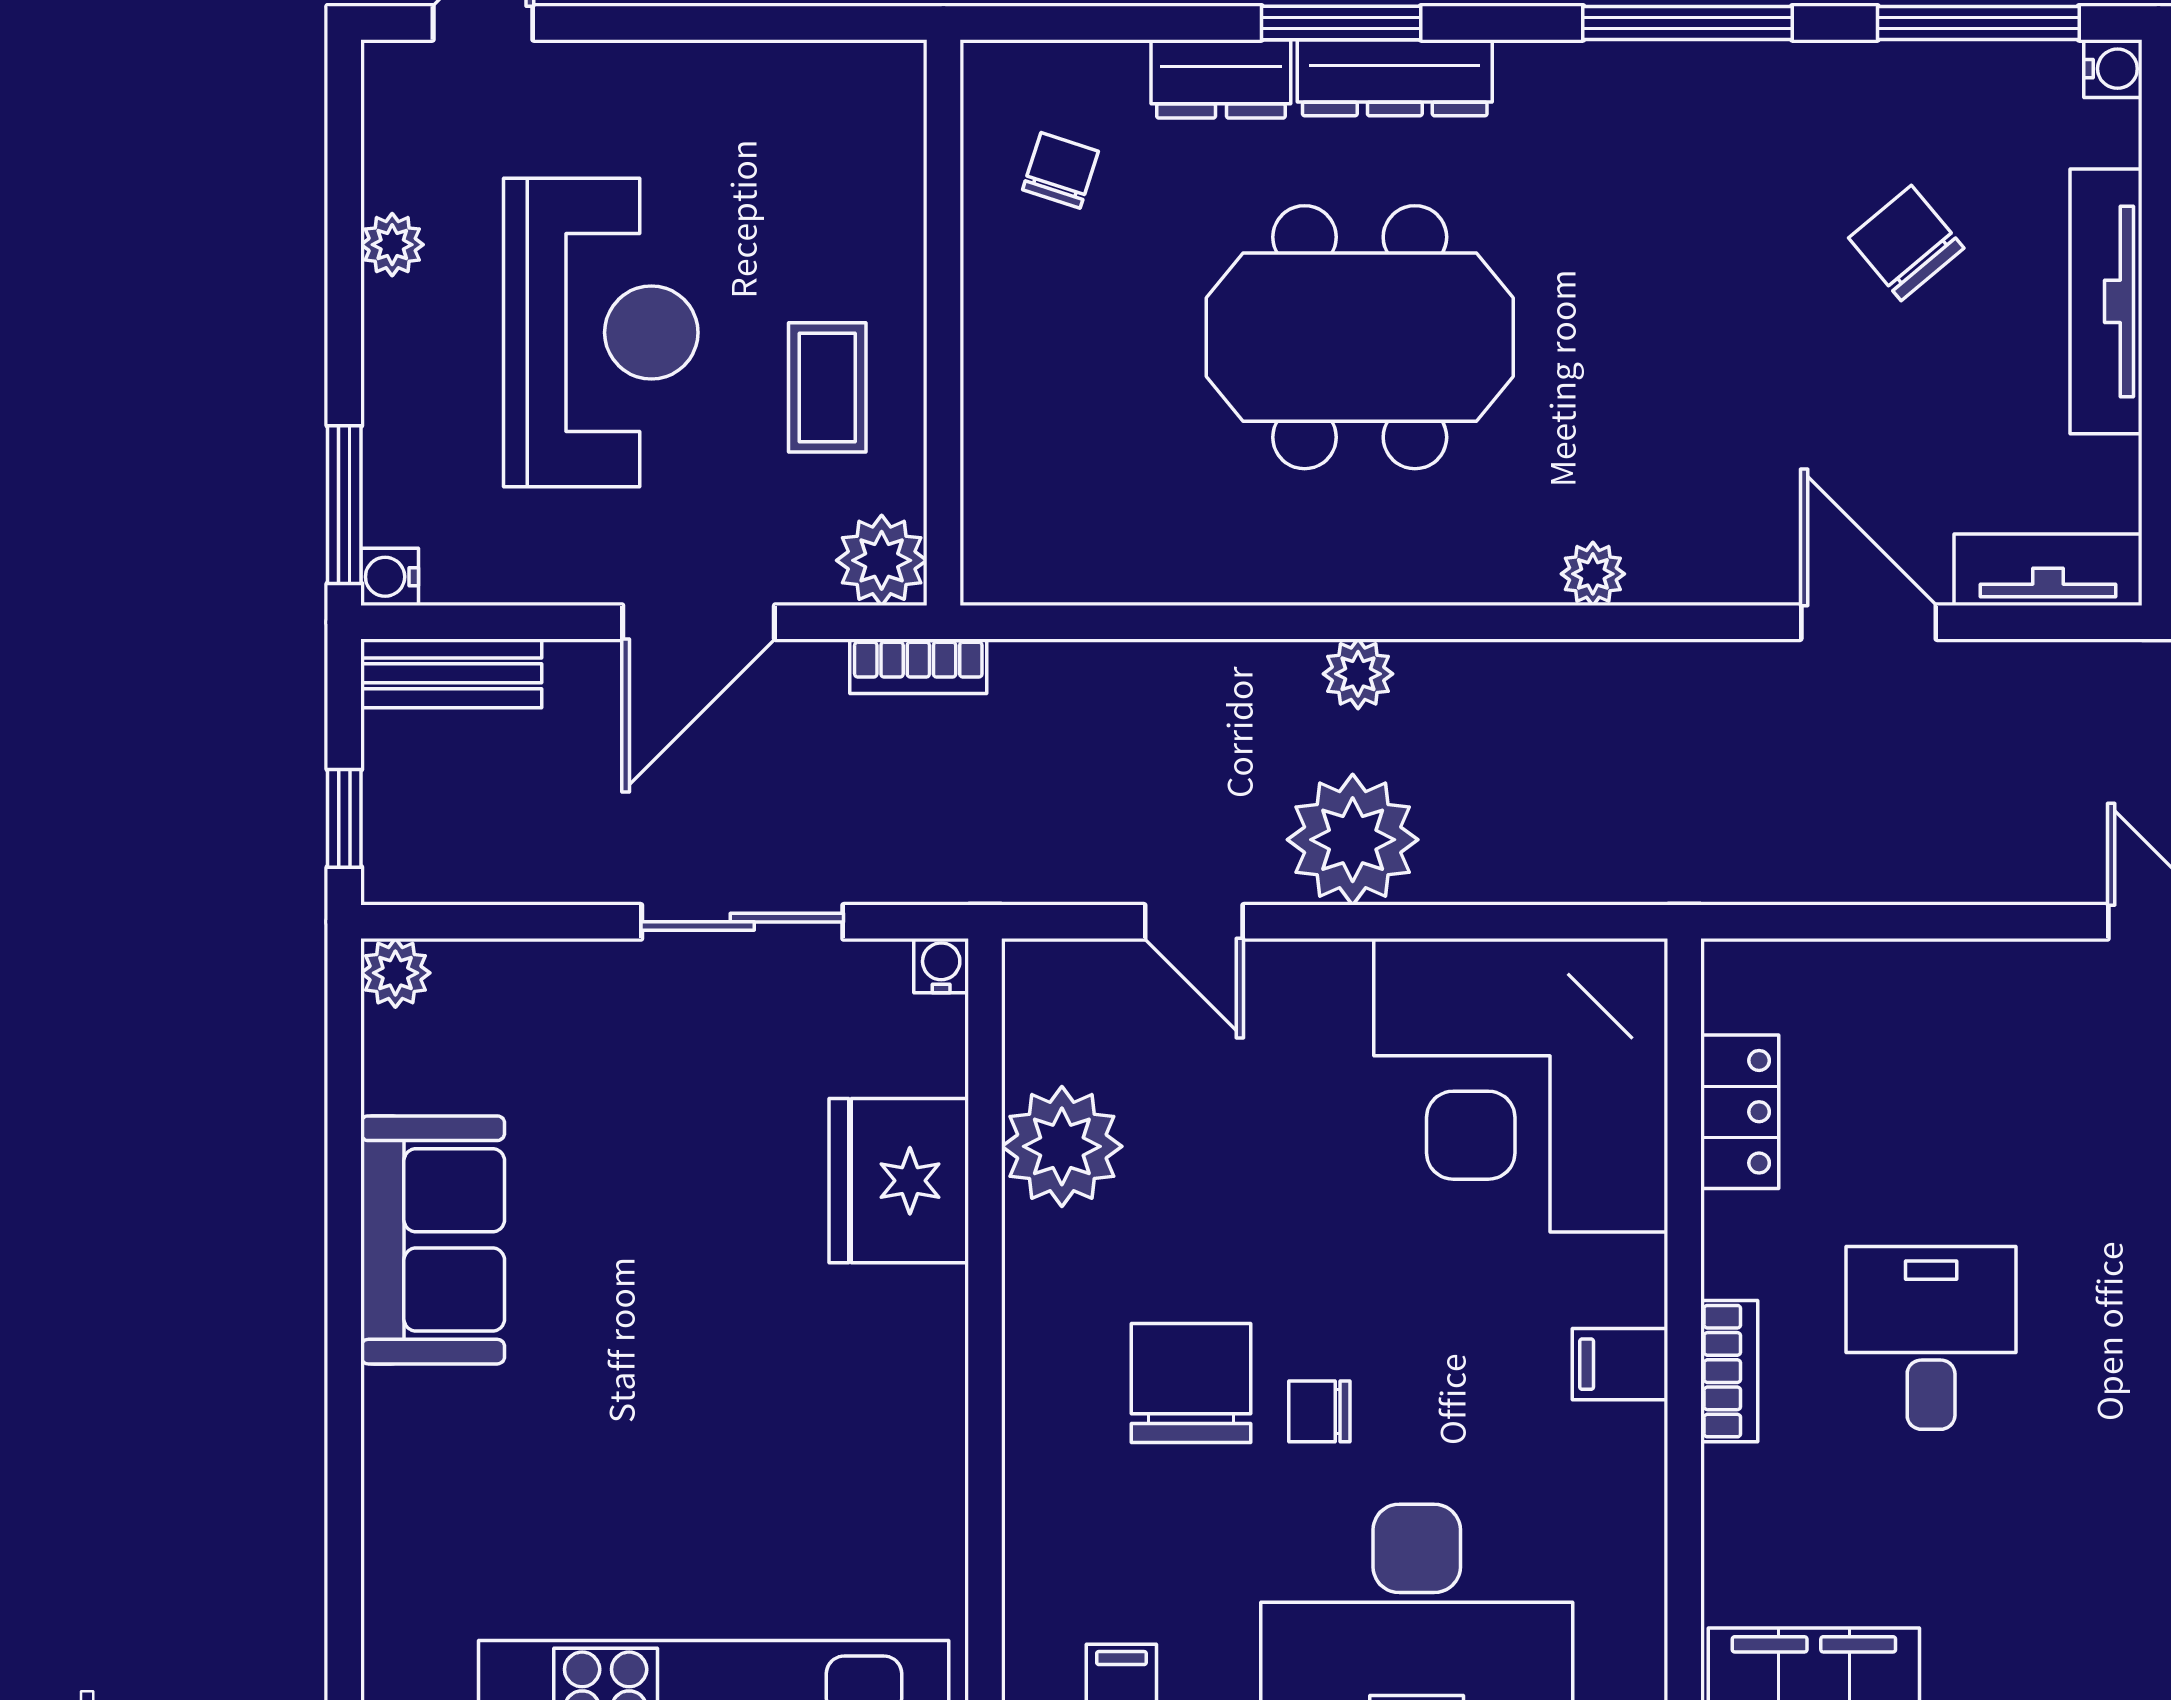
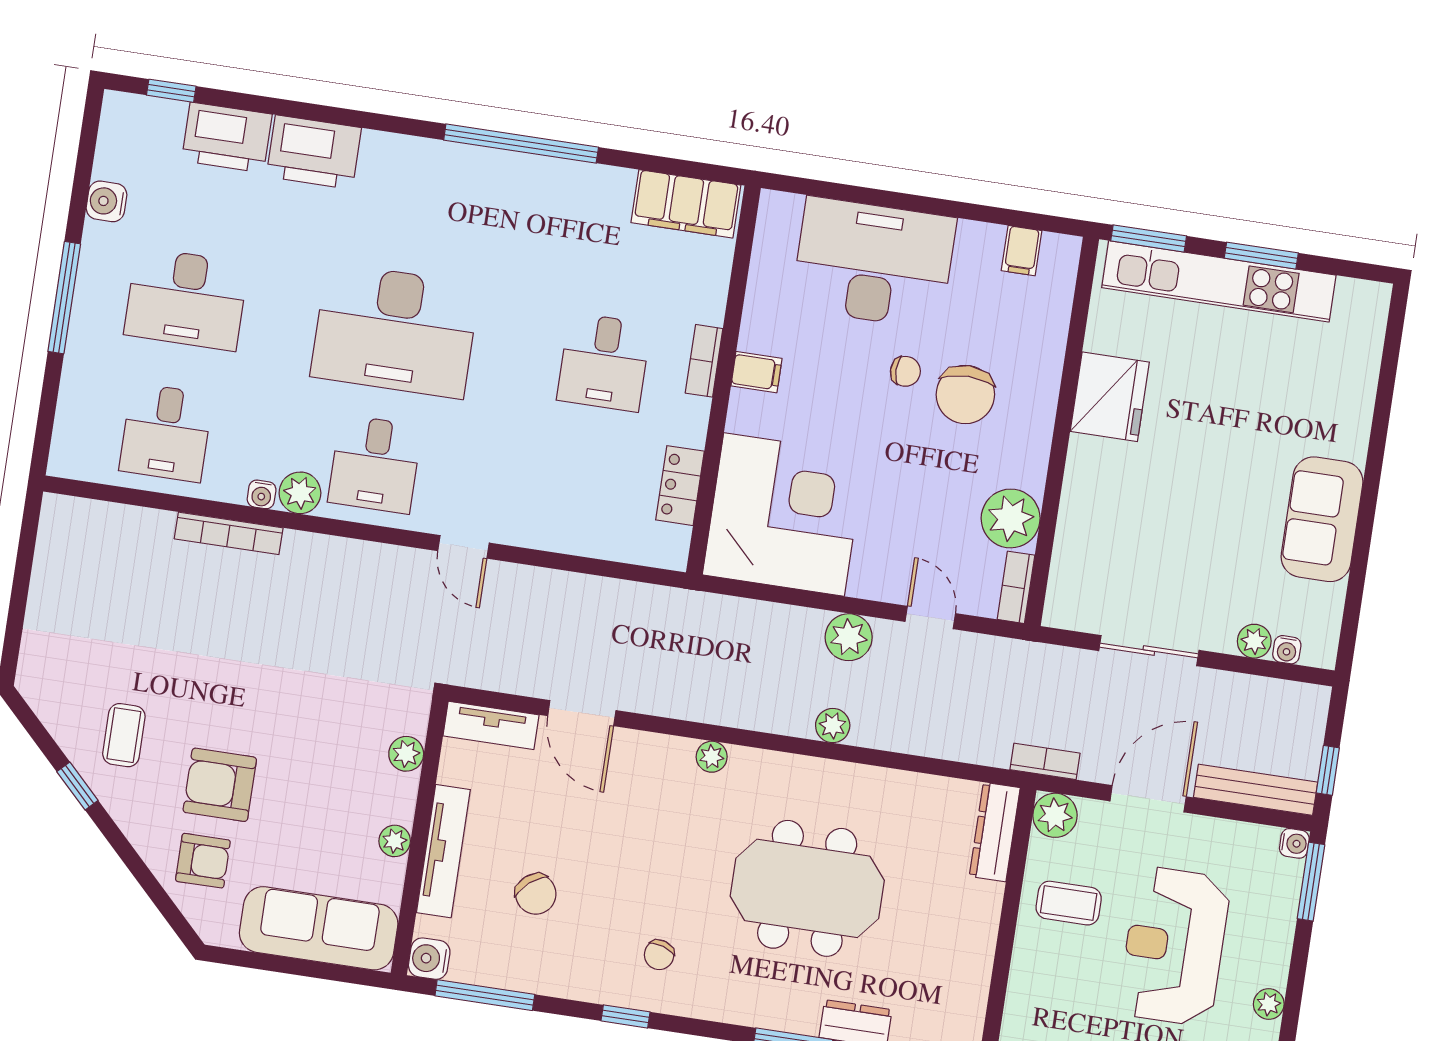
window: (1688, 23) -> (626, 1016), width x0.46
water cooler: (2113, 69) -> (429, 959), width x1.38, depth x1.38
dresser: (1395, 78) -> (995, 832), moved, turned -90
chair: (1060, 170) -> (659, 955), moved
coffee table: (827, 387) -> (1069, 903), turned 90
bench: (451, 673) -> (1256, 790), width x1.36
window: (344, 818) -> (1328, 770), moved
plant: (1353, 840) -> (849, 637), width x0.73, depth x0.73
water cooler: (941, 966) -> (1287, 650), moved
plant: (395, 973) -> (1254, 641), moved
bookcase: (1030, 1009) -> (1016, 587), added
fridge: (899, 1181) -> (1110, 397), moved

